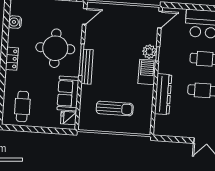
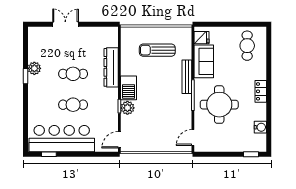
bench: (87, 67) -> (187, 77), moved

